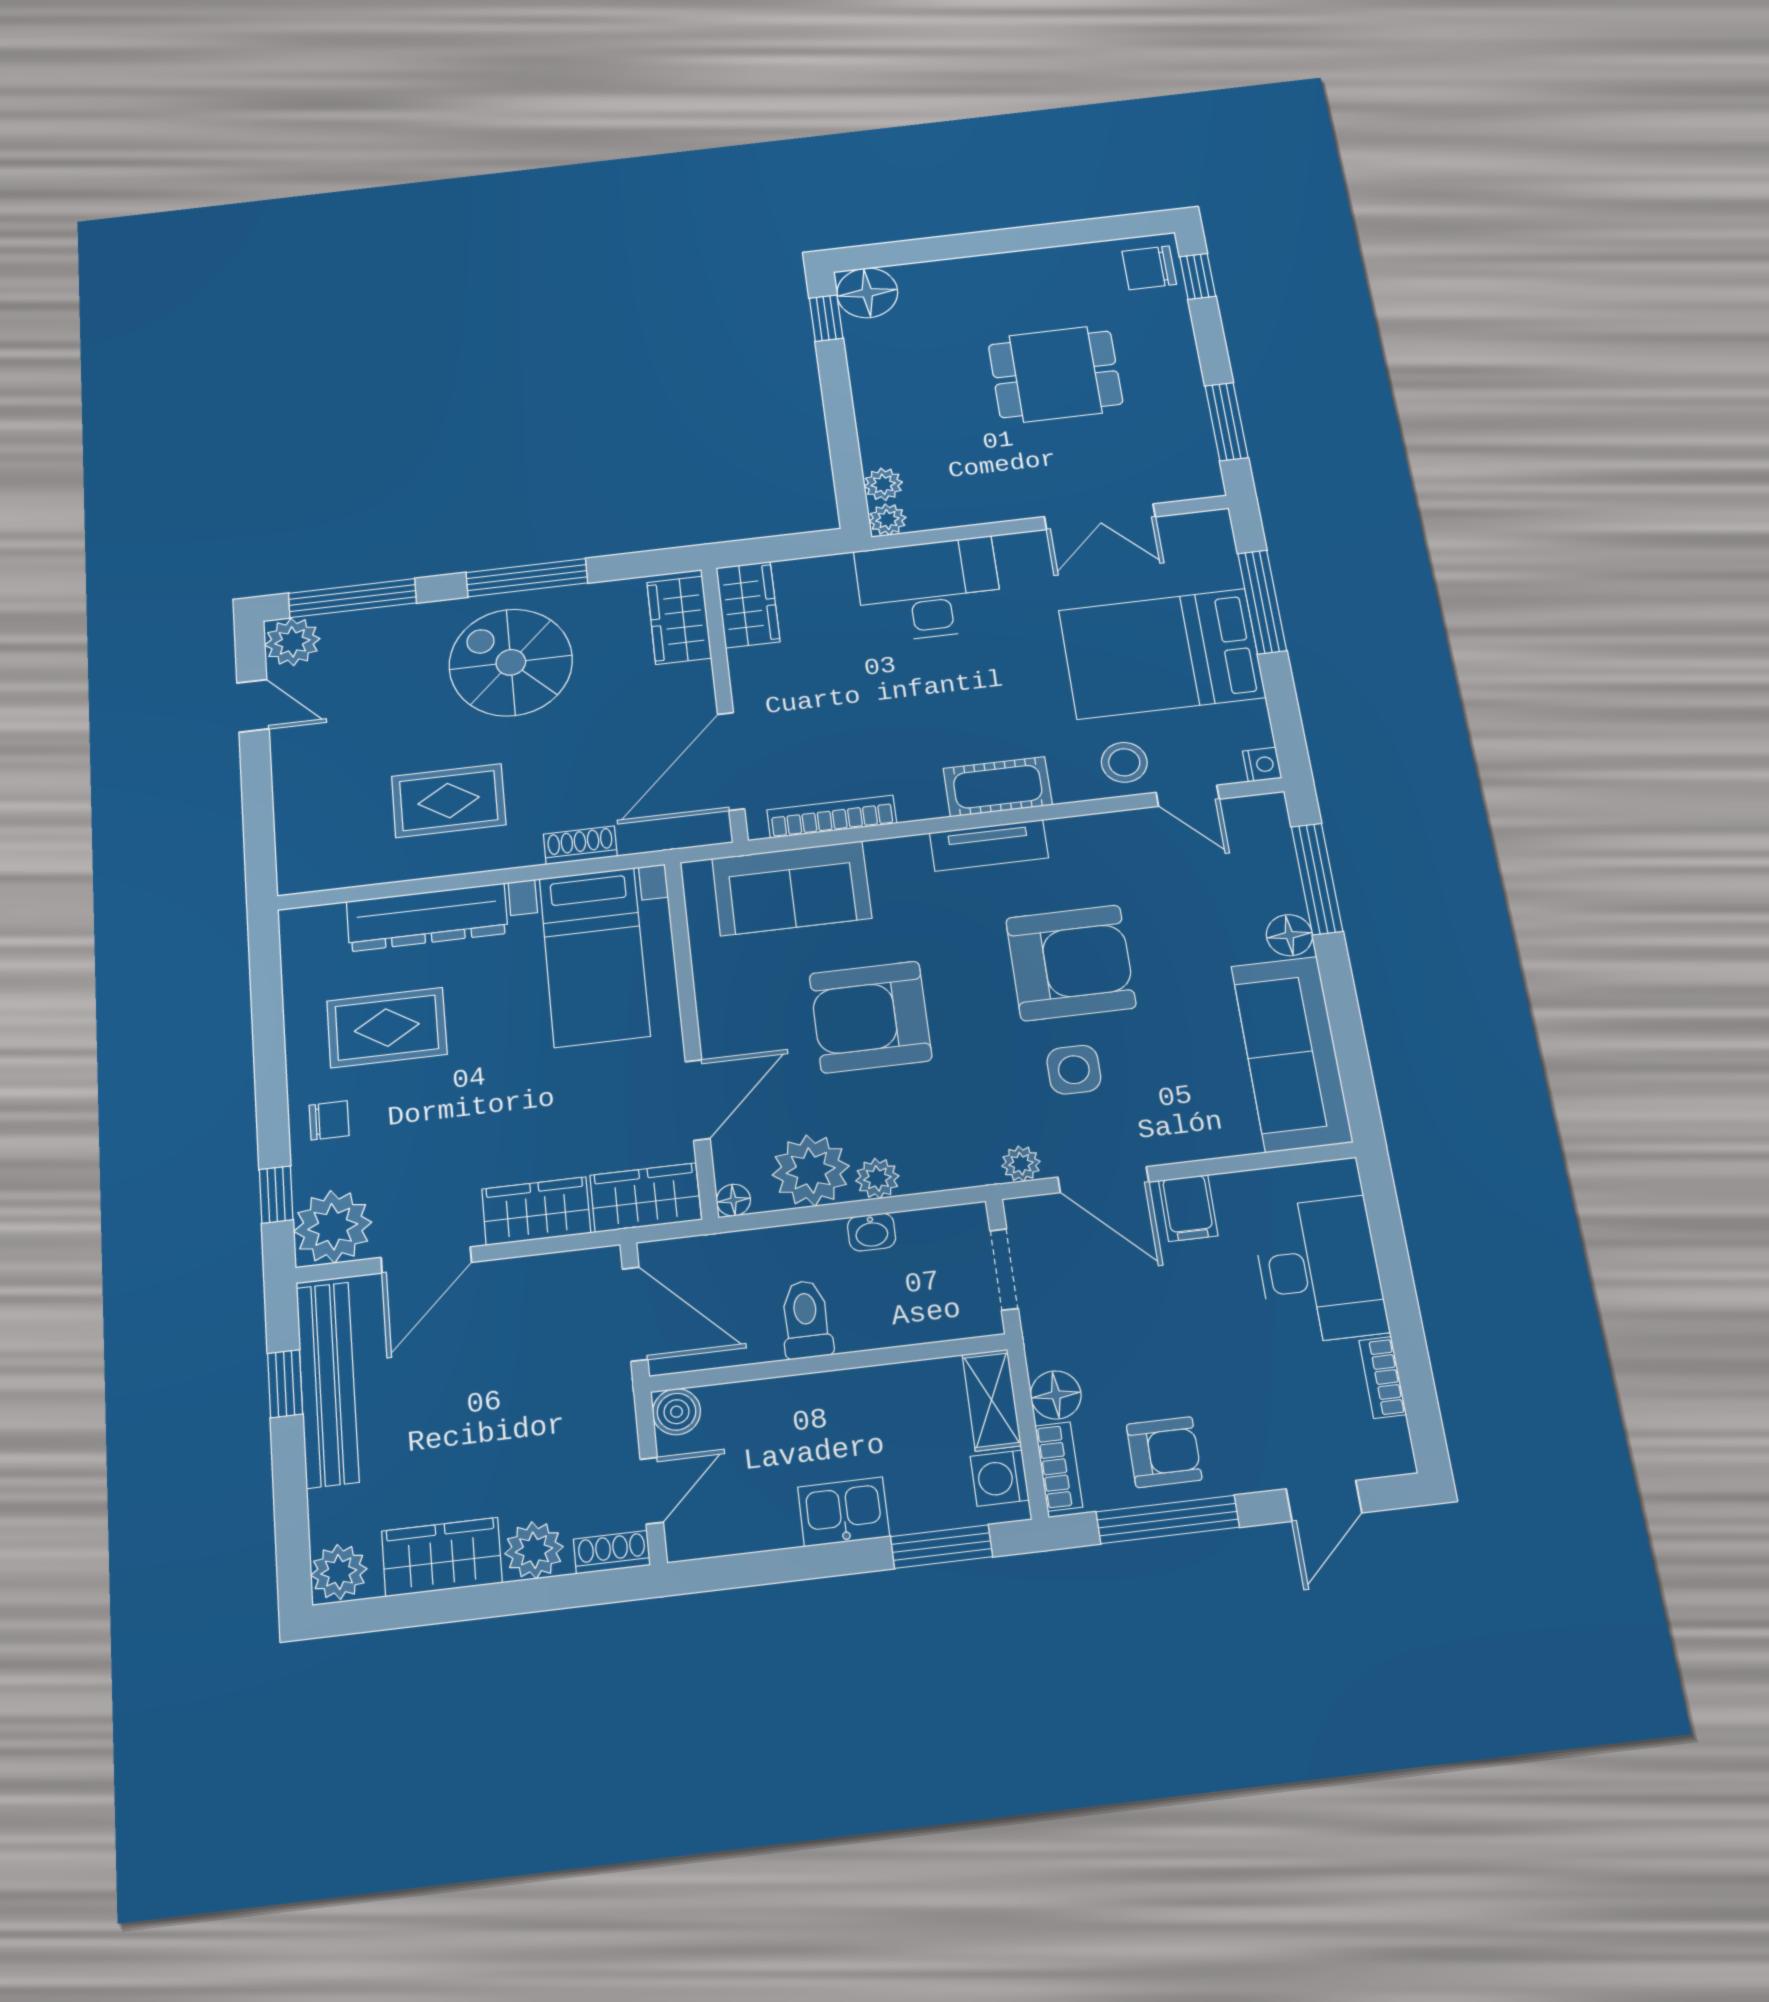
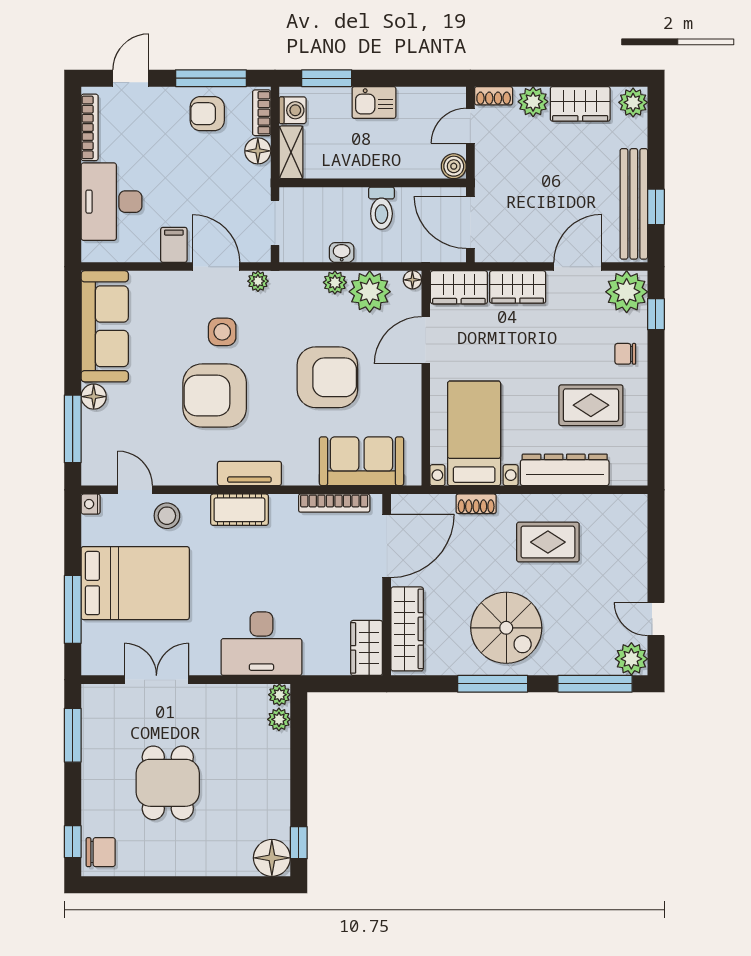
dining table: (1055, 374) -> (168, 783), turned 90
wardrobe: (679, 620) -> (407, 629), width x1.50
bookcase: (1383, 1377) -> (90, 127), width x1.56

